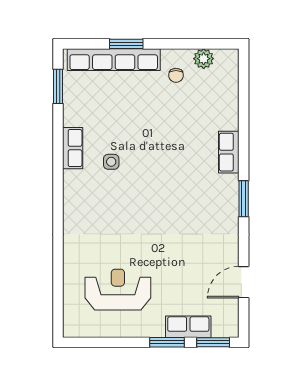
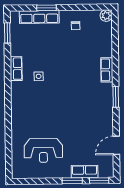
plant: (204, 59) -> (106, 16), moved
row of seats: (114, 60) -> (39, 17), width x0.73
reception desk: (118, 290) -> (43, 151), turned 180

